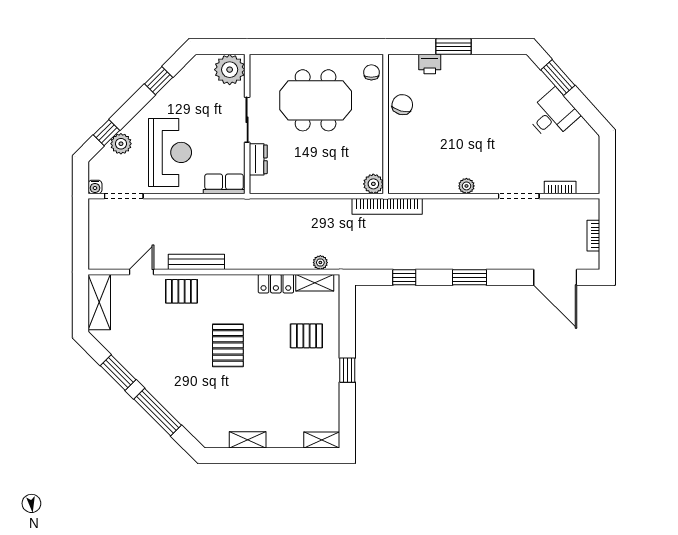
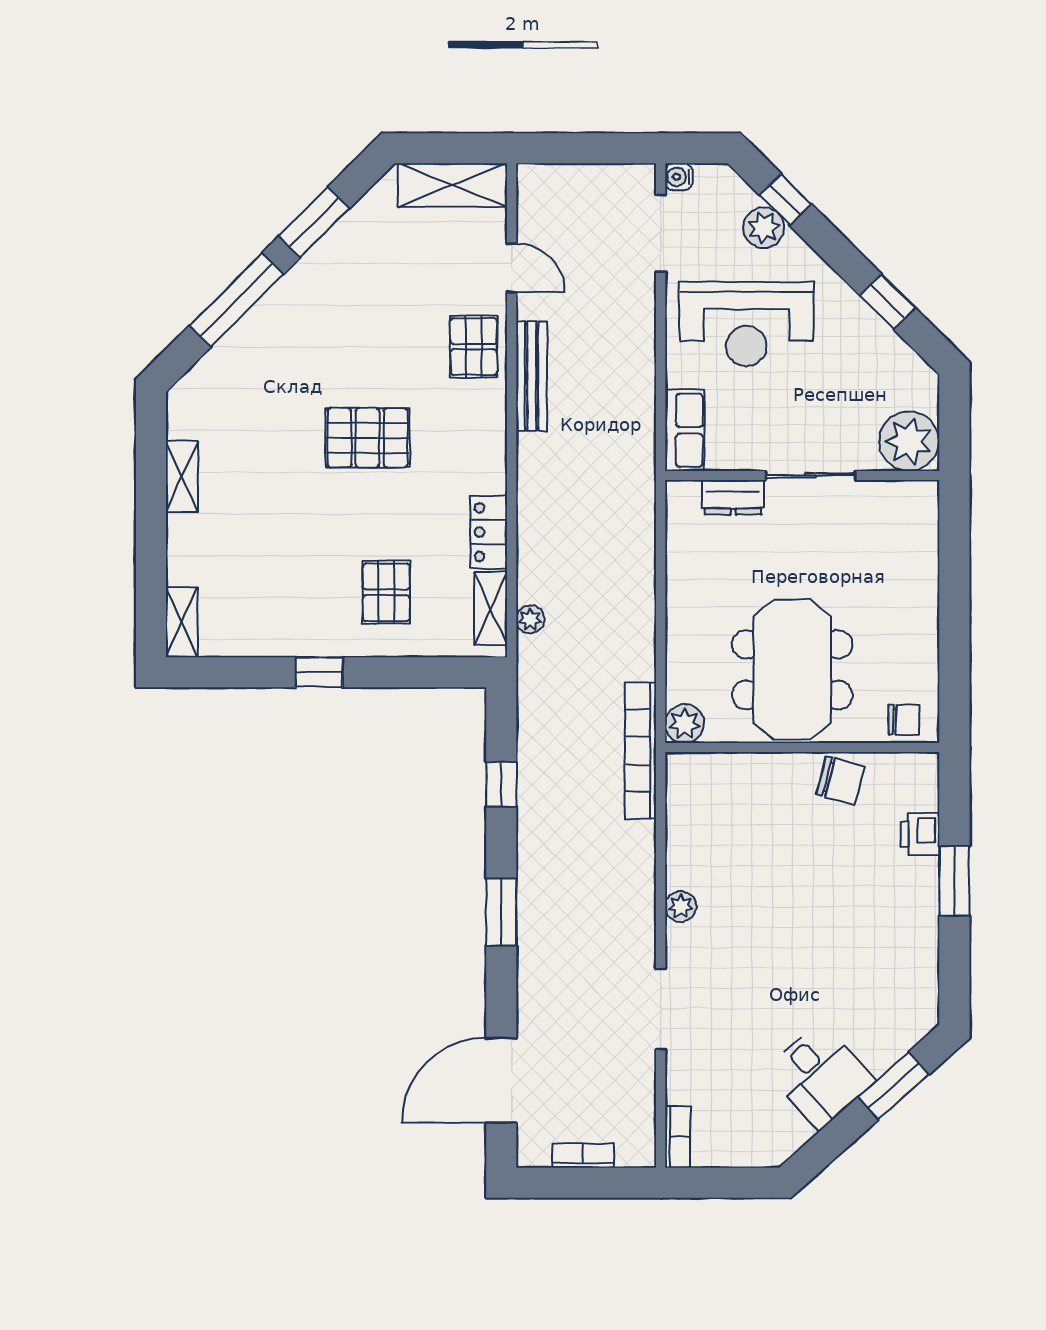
meeting table: (316, 100) -> (792, 670), moved
bookcase: (560, 188) -> (678, 1137), moved

